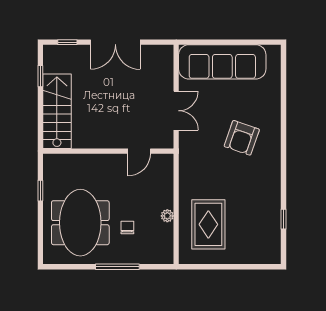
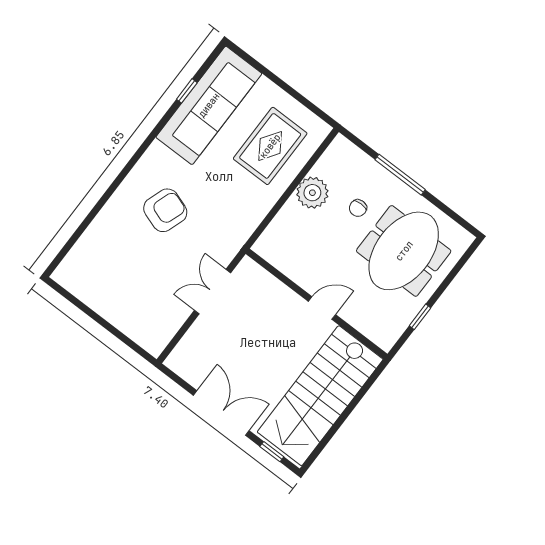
sofa: (222, 62) -> (209, 105), moved, turned 90
window: (40, 76) -> (328, 437), removed
stairs: (57, 111) -> (320, 396), width x1.36, depth x1.51
door: (139, 151) -> (322, 308), moved
plant: (167, 216) -> (312, 193), width x1.87, depth x1.87

